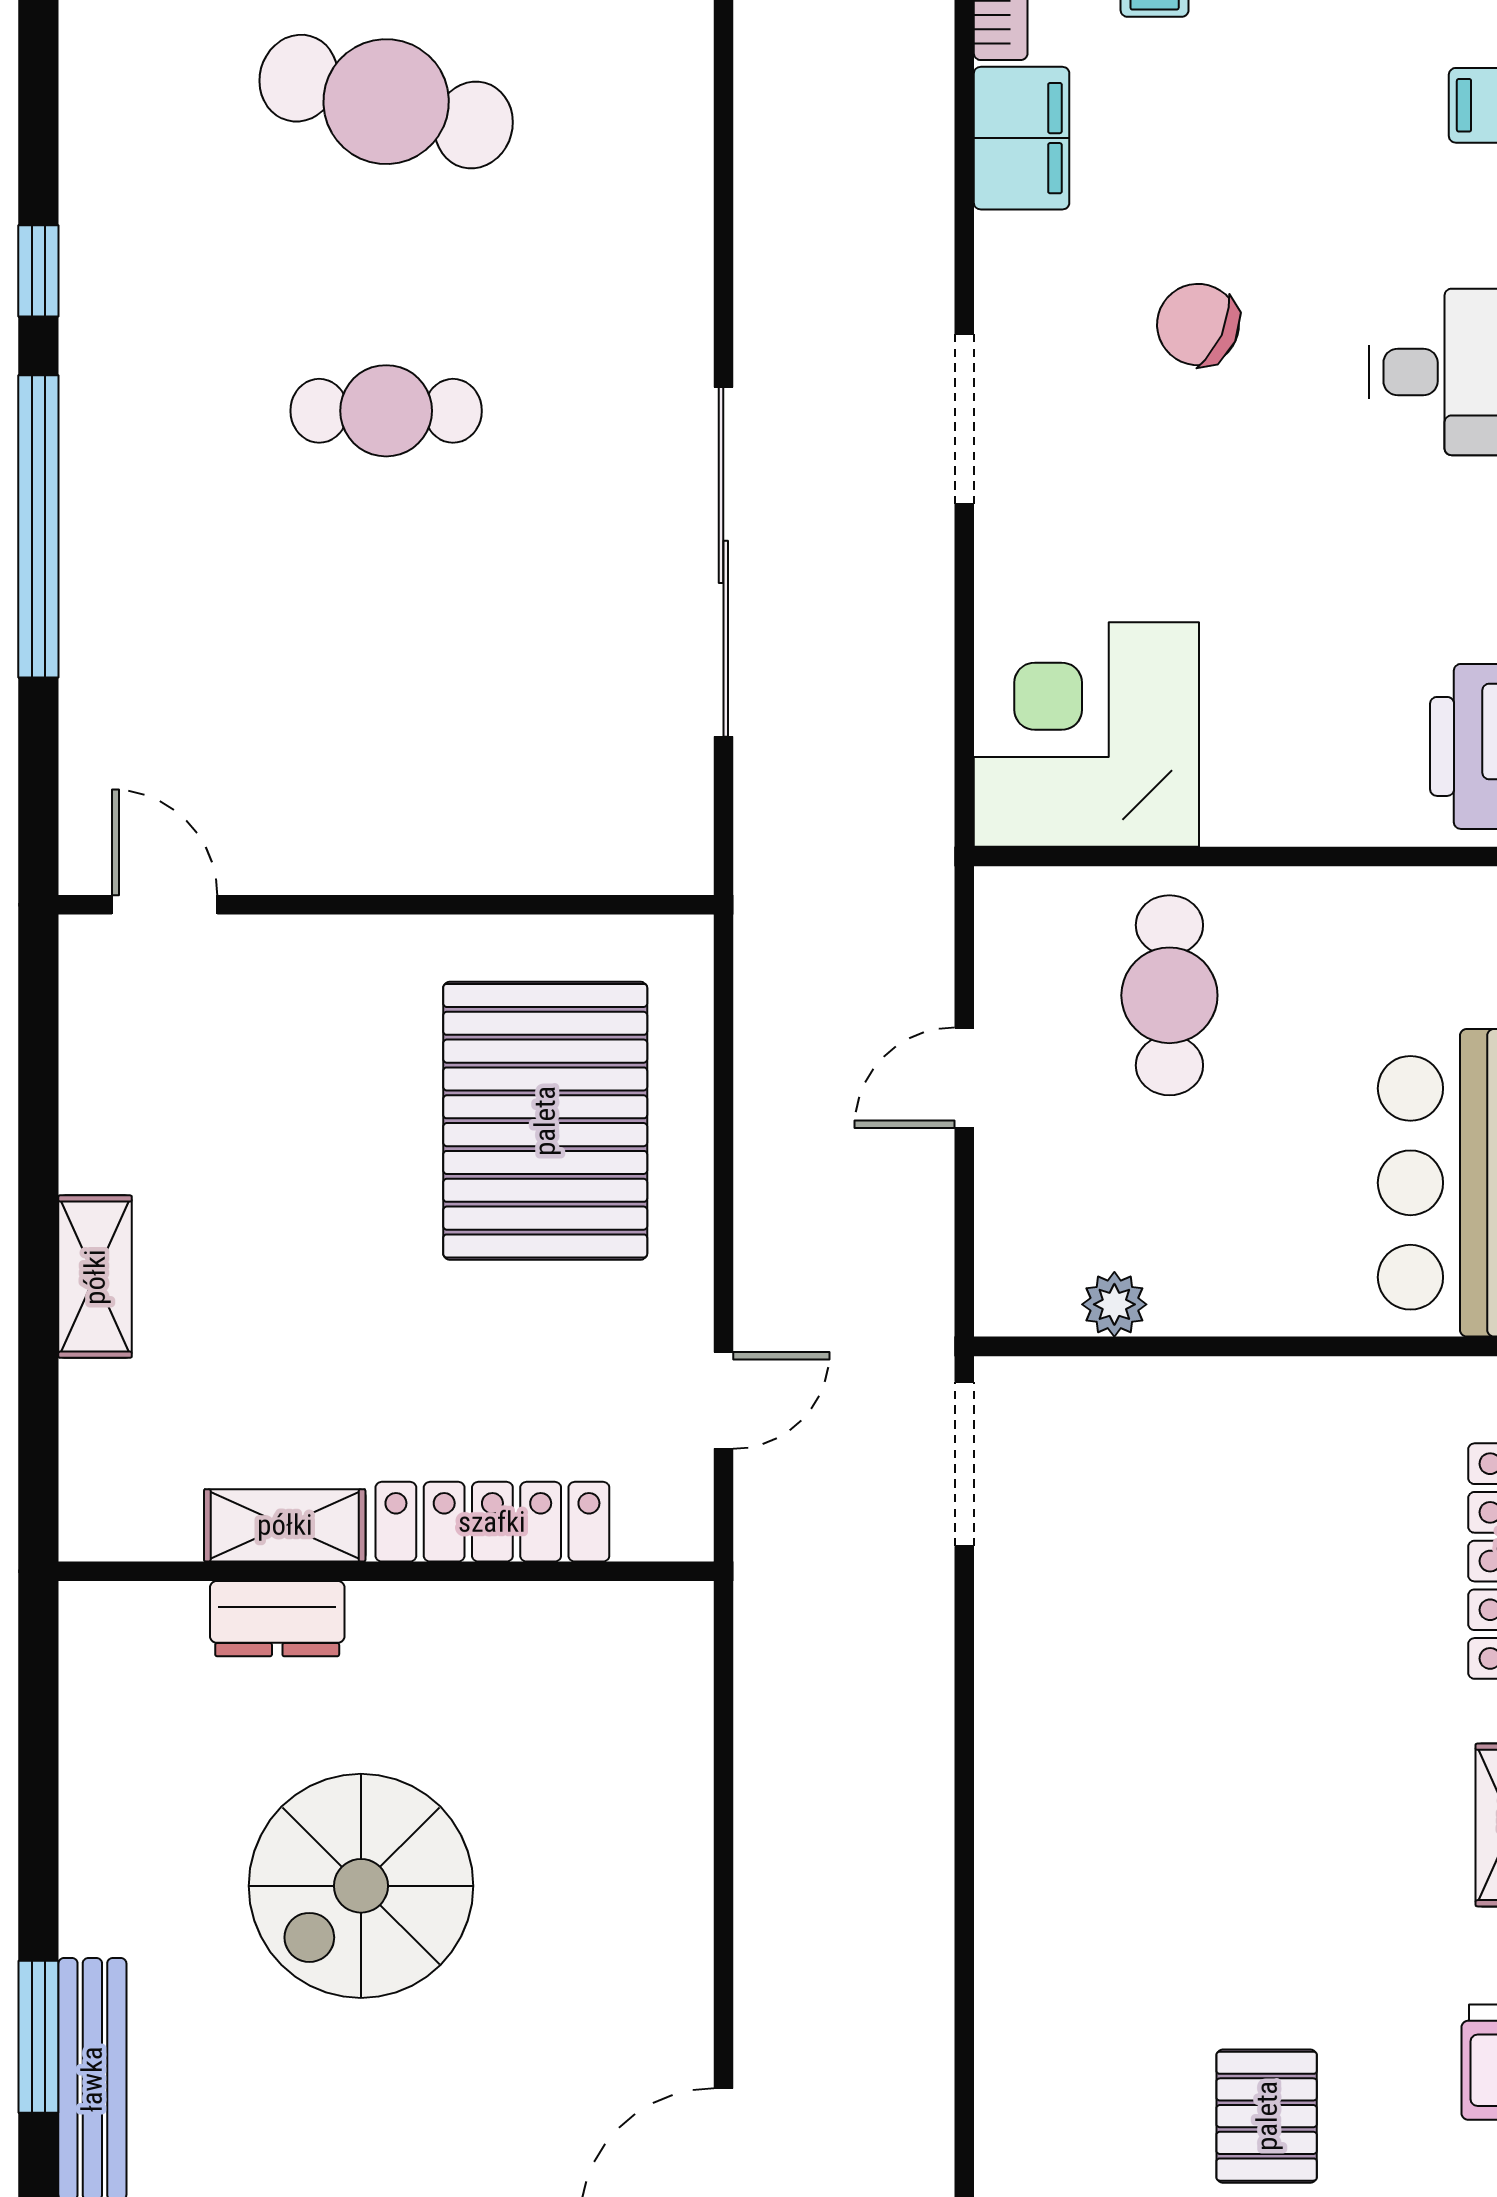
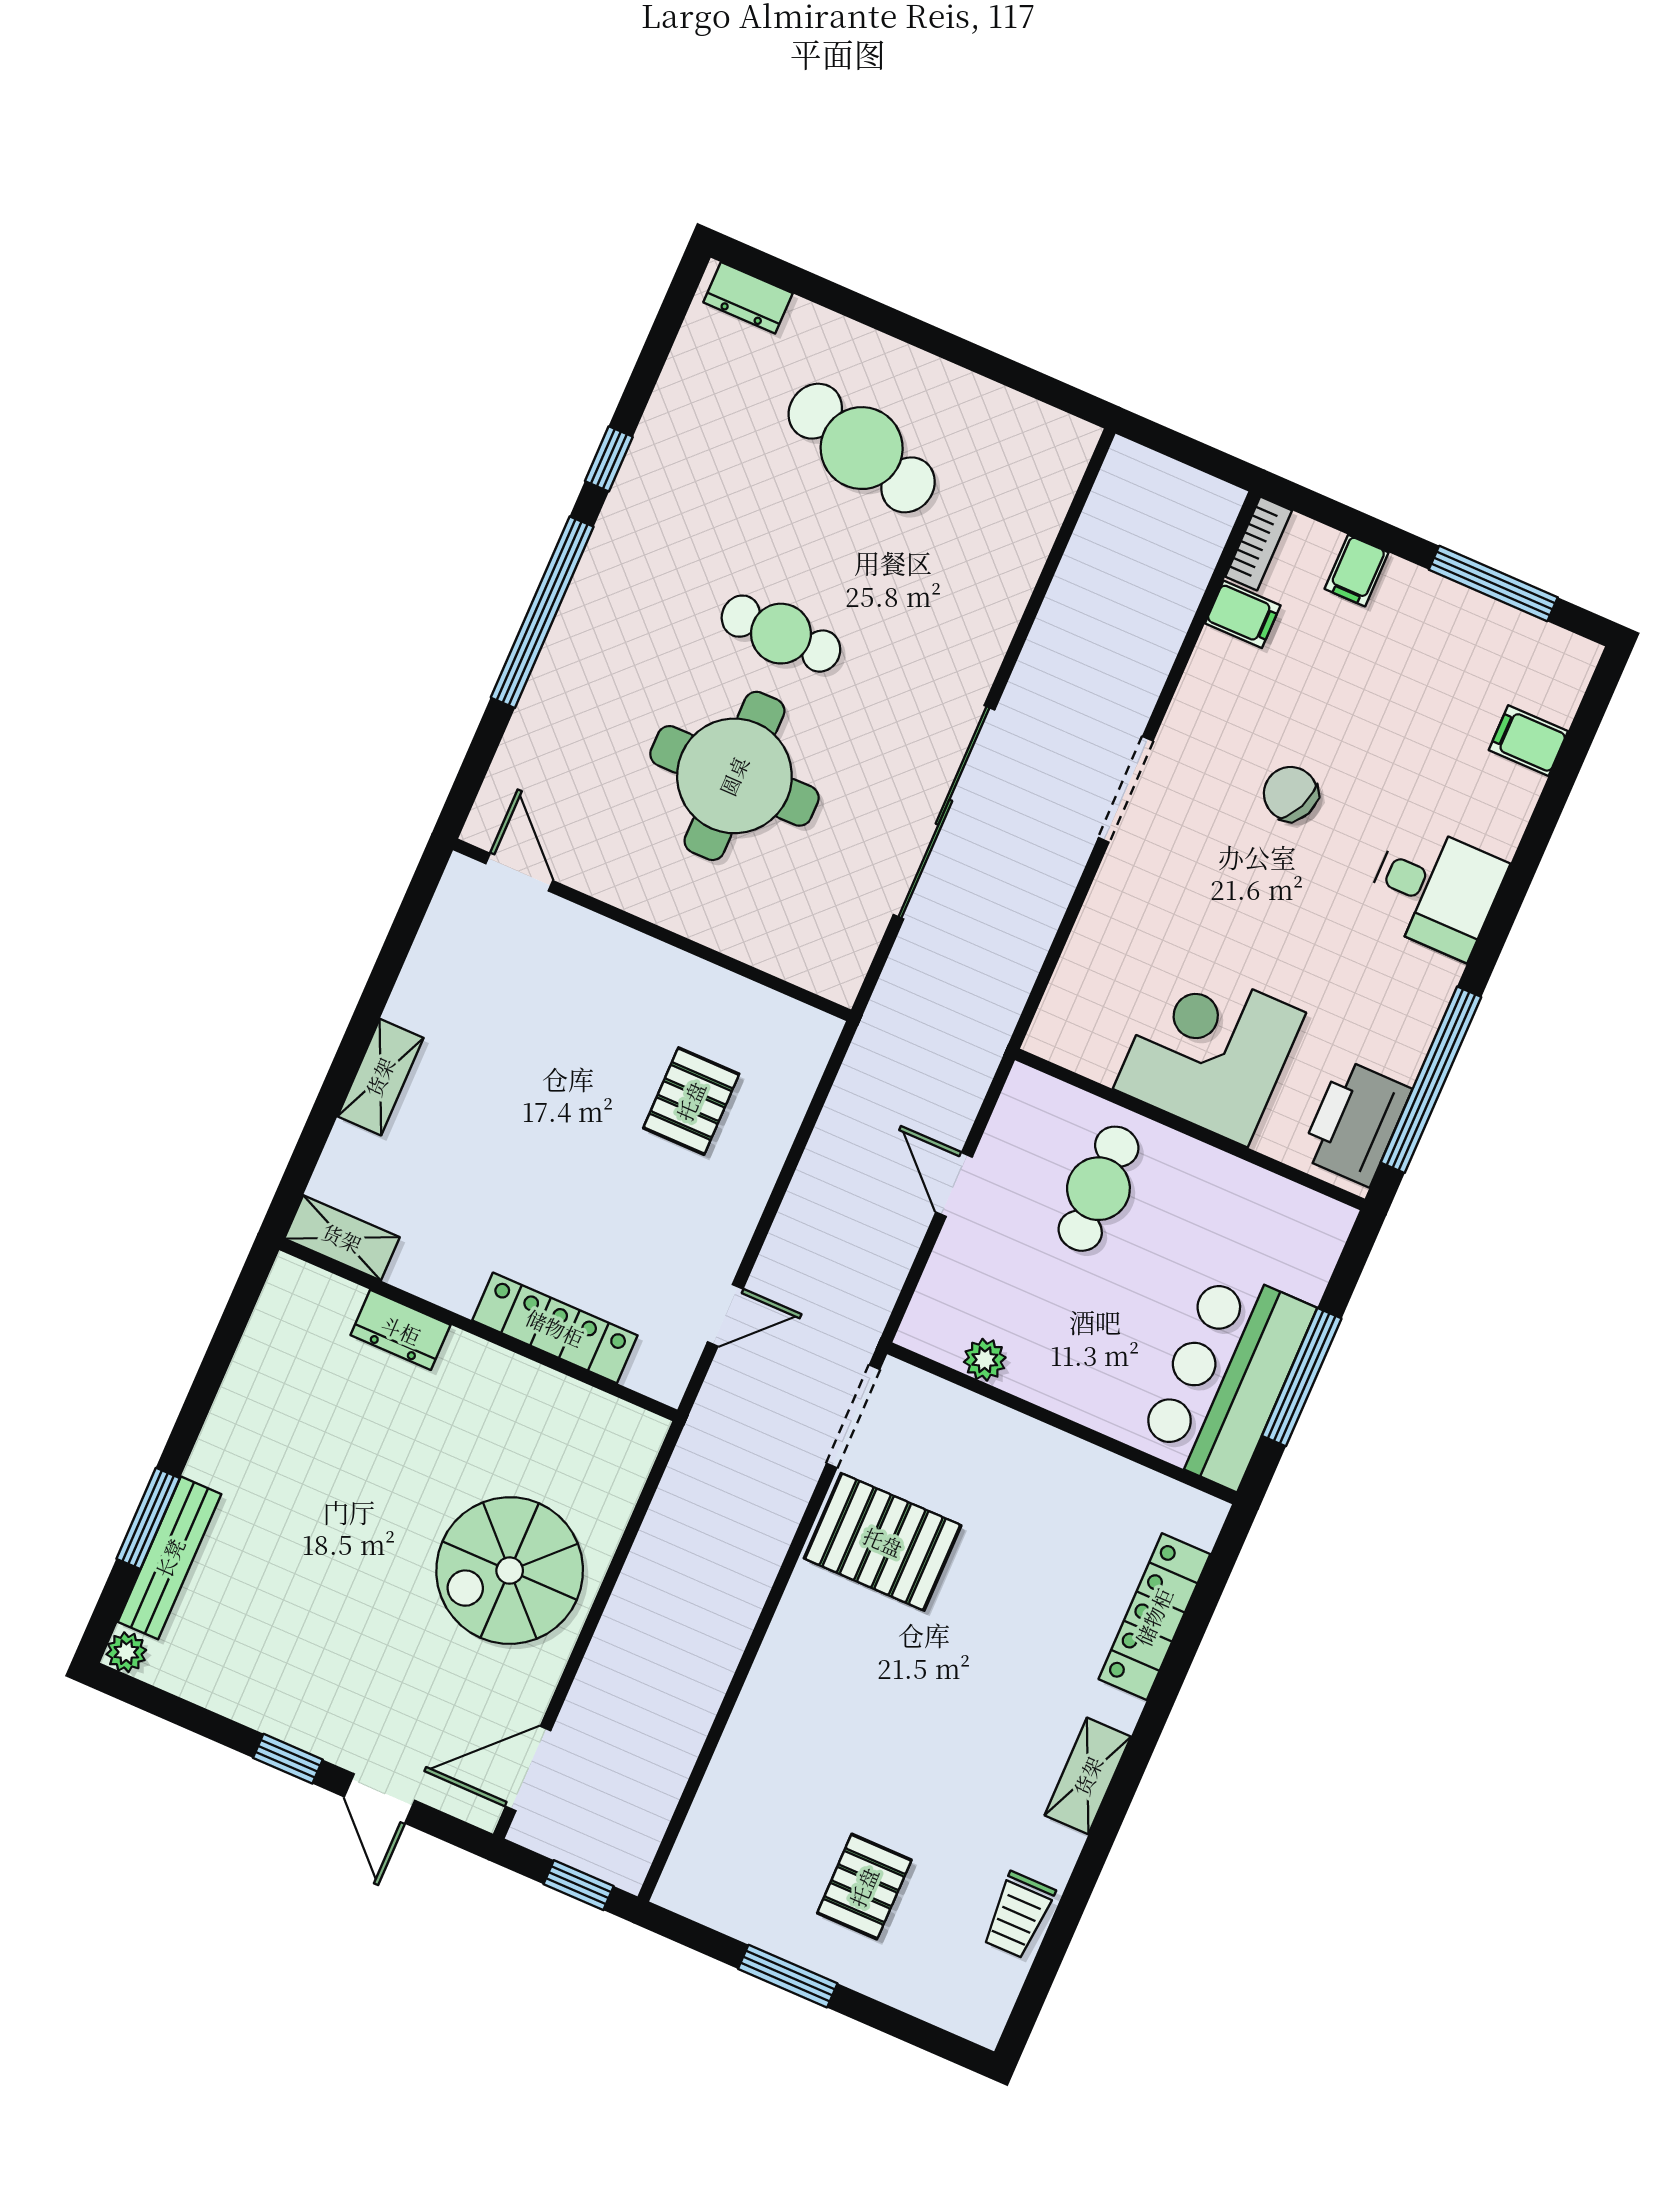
filing cabinet: (1022, 138) -> (1243, 614), width x0.50
round table: (408, 639) -> (734, 776), added
corner desk: (1086, 734) -> (1209, 1051), moved
door: (964, 1078) -> (954, 1185), hinge flipped
pallet: (545, 1121) -> (691, 1101), width x0.49, depth x0.50
shelving: (285, 1525) -> (342, 1238), moved
pallet: (1082, 1622) -> (883, 1542), added
spiral stairs: (361, 1886) -> (510, 1571), moved

